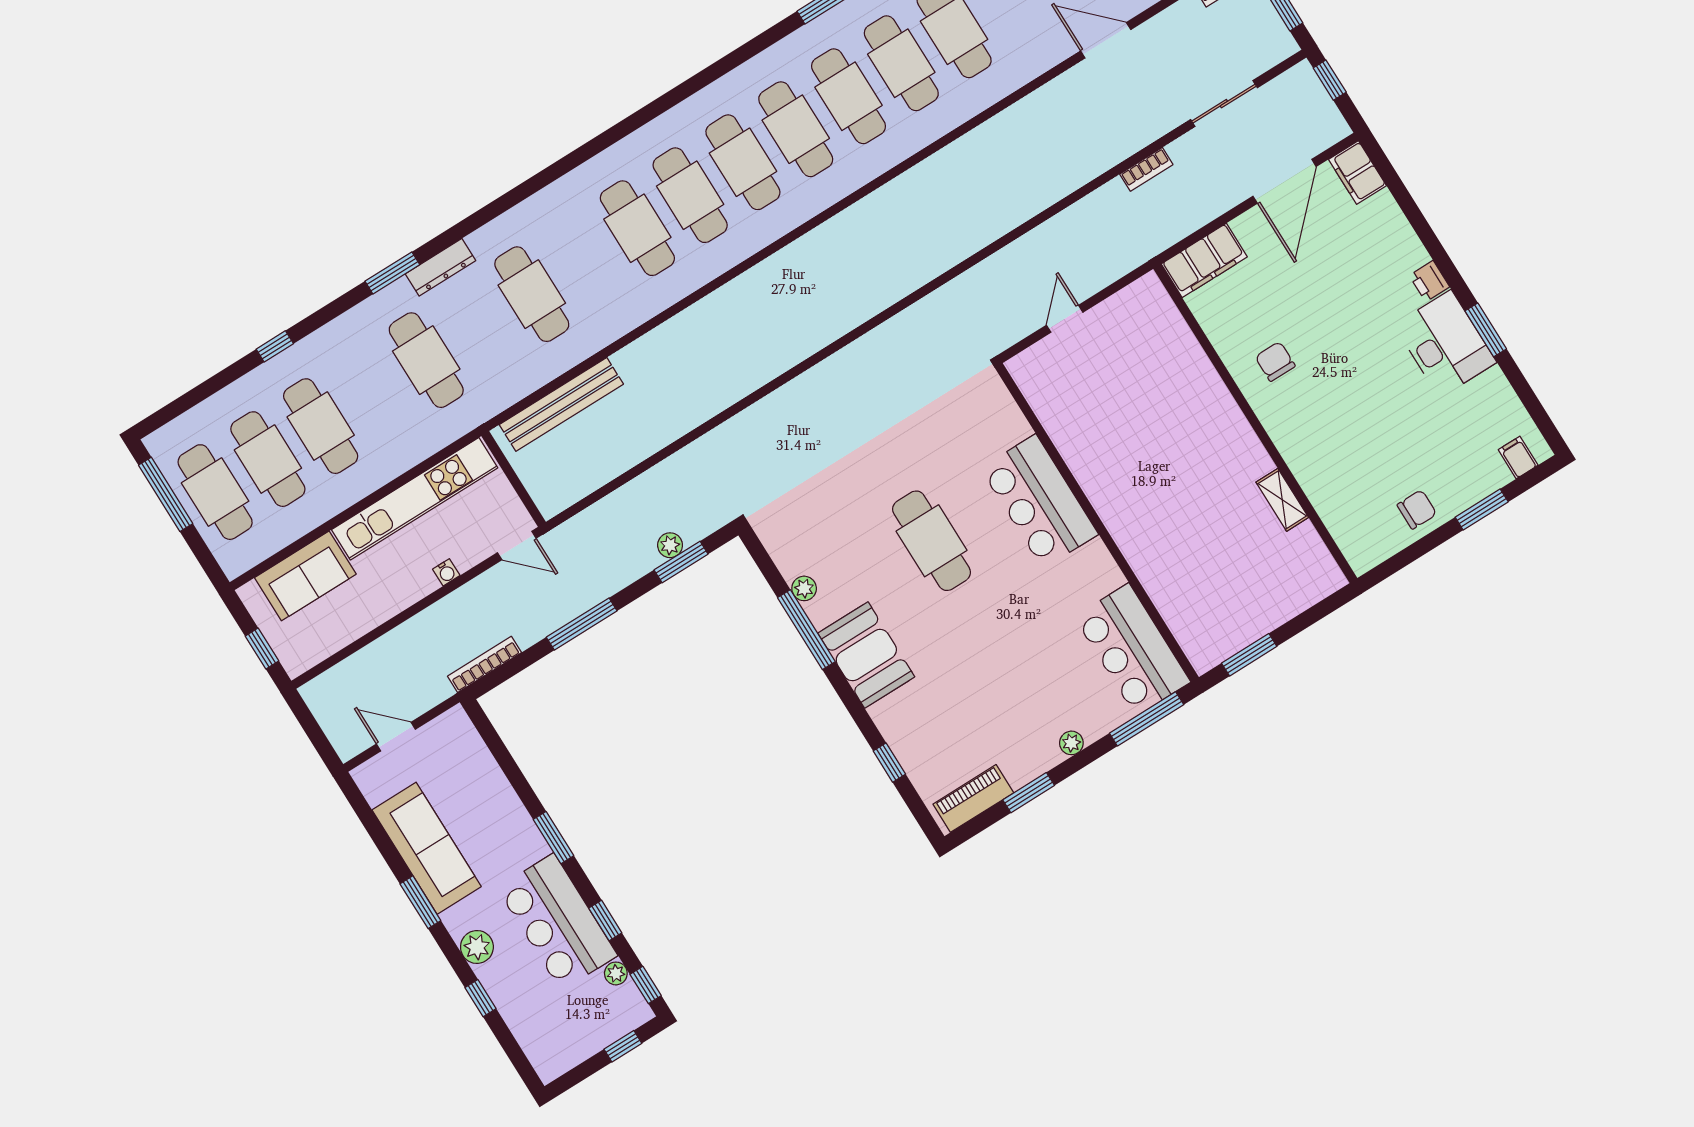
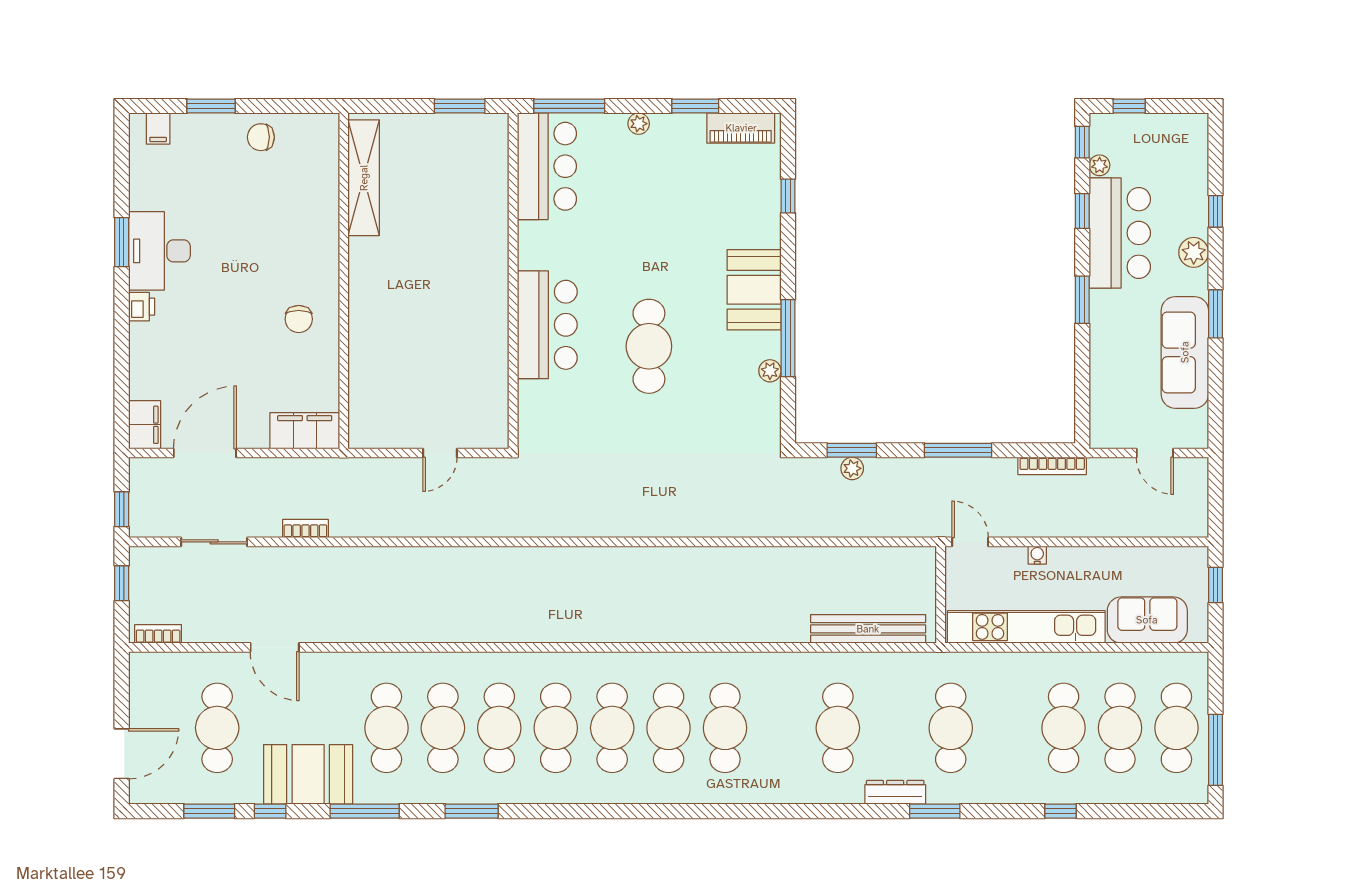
shelving: (1282, 500) -> (364, 178), width x2.20, depth x1.33

